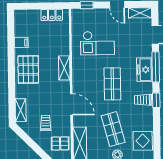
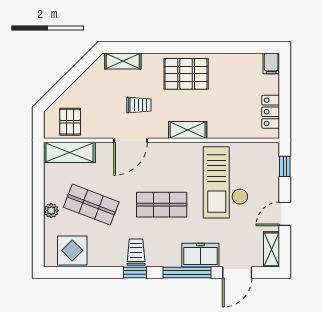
filing cabinet: (21, 43) -> (271, 63), moved
checkout: (97, 43) -> (226, 182), width x1.36, depth x1.21
freezer: (145, 70) -> (200, 255), moved
trolley: (46, 123) -> (139, 105), moved
shop shelf: (113, 129) -> (91, 205), turned 36

